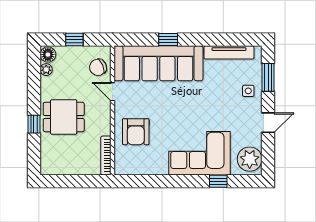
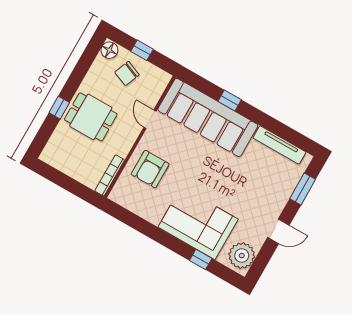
chair: (98, 67) -> (127, 73), moved, turned -44
plant: (46, 70) -> (100, 63), removed
side table: (248, 91) -> (277, 191), removed

